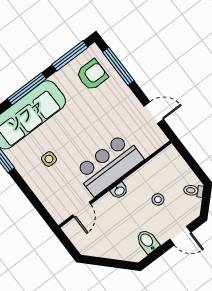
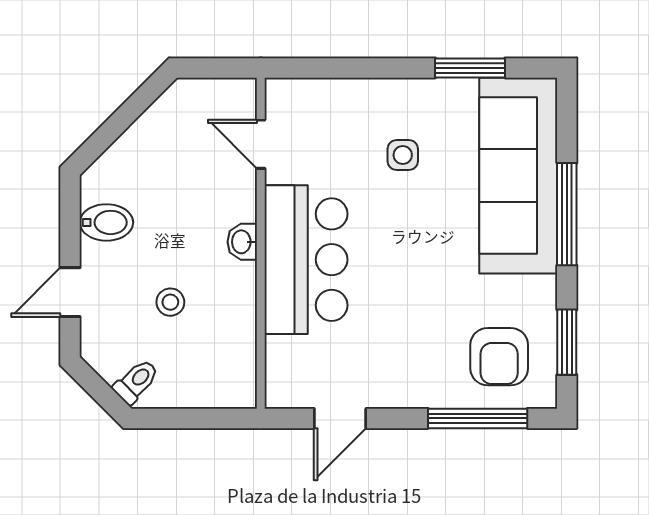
window: (70, 56) -> (567, 342), width x0.69

